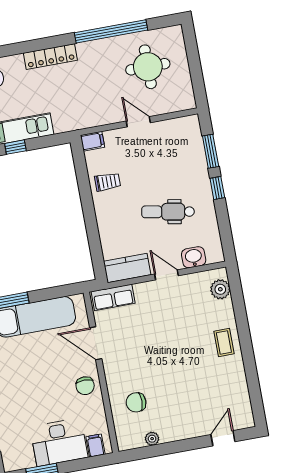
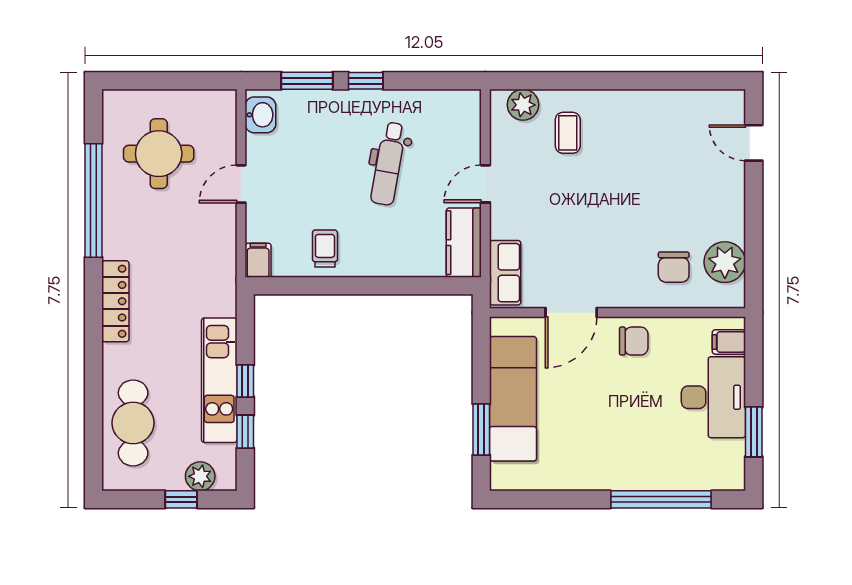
washbasin: (194, 257) -> (260, 115), moved, turned 180
coffee table: (224, 342) -> (568, 133), moved, turned 90
plant: (152, 439) -> (725, 262), width x1.88, depth x1.88

